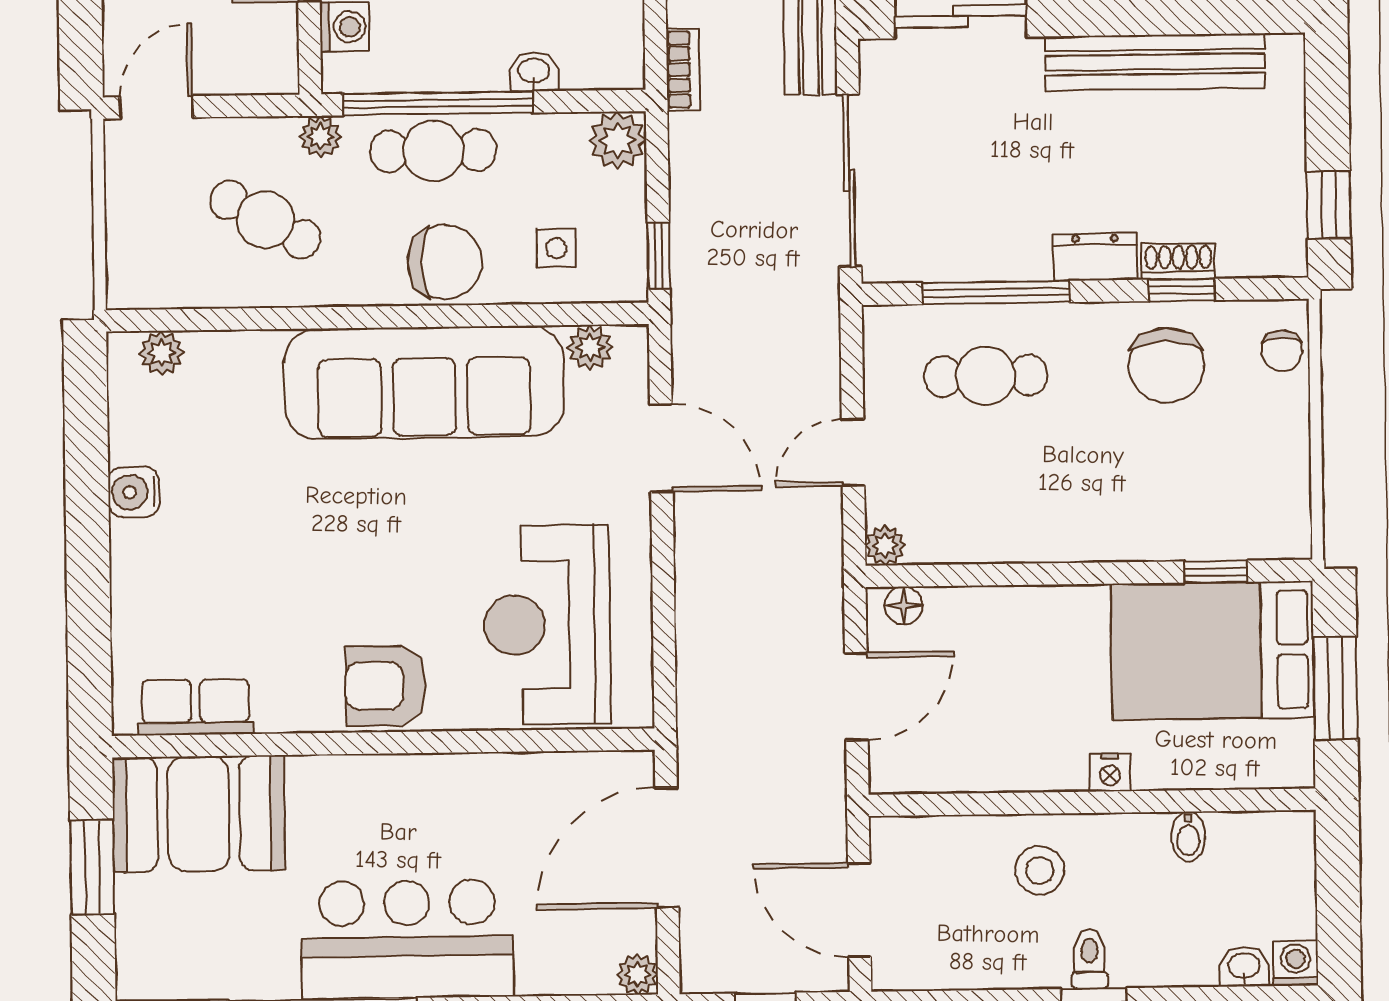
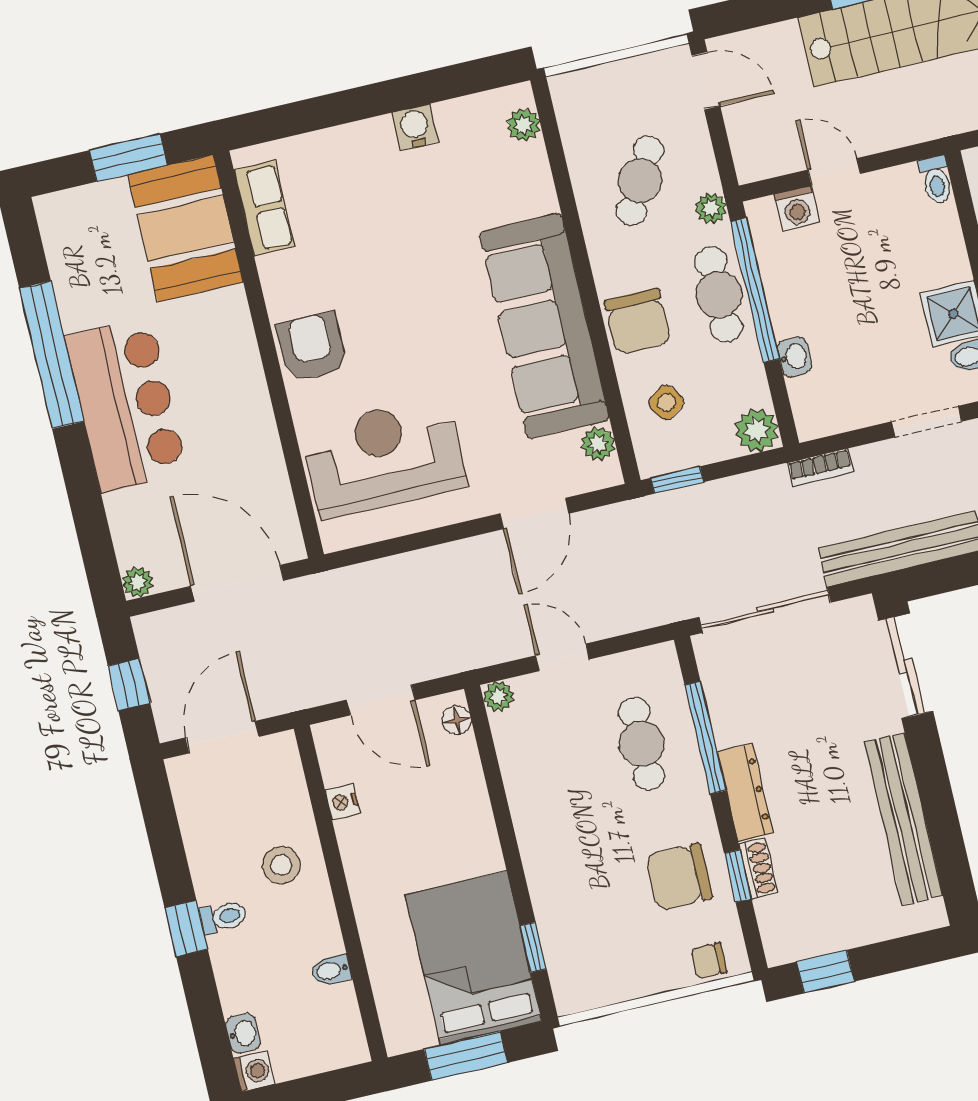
side table: (556, 248) -> (666, 402), turned -34
dresser: (1095, 257) -> (745, 792), width x1.44
nightstand: (1110, 772) -> (343, 802), moved

